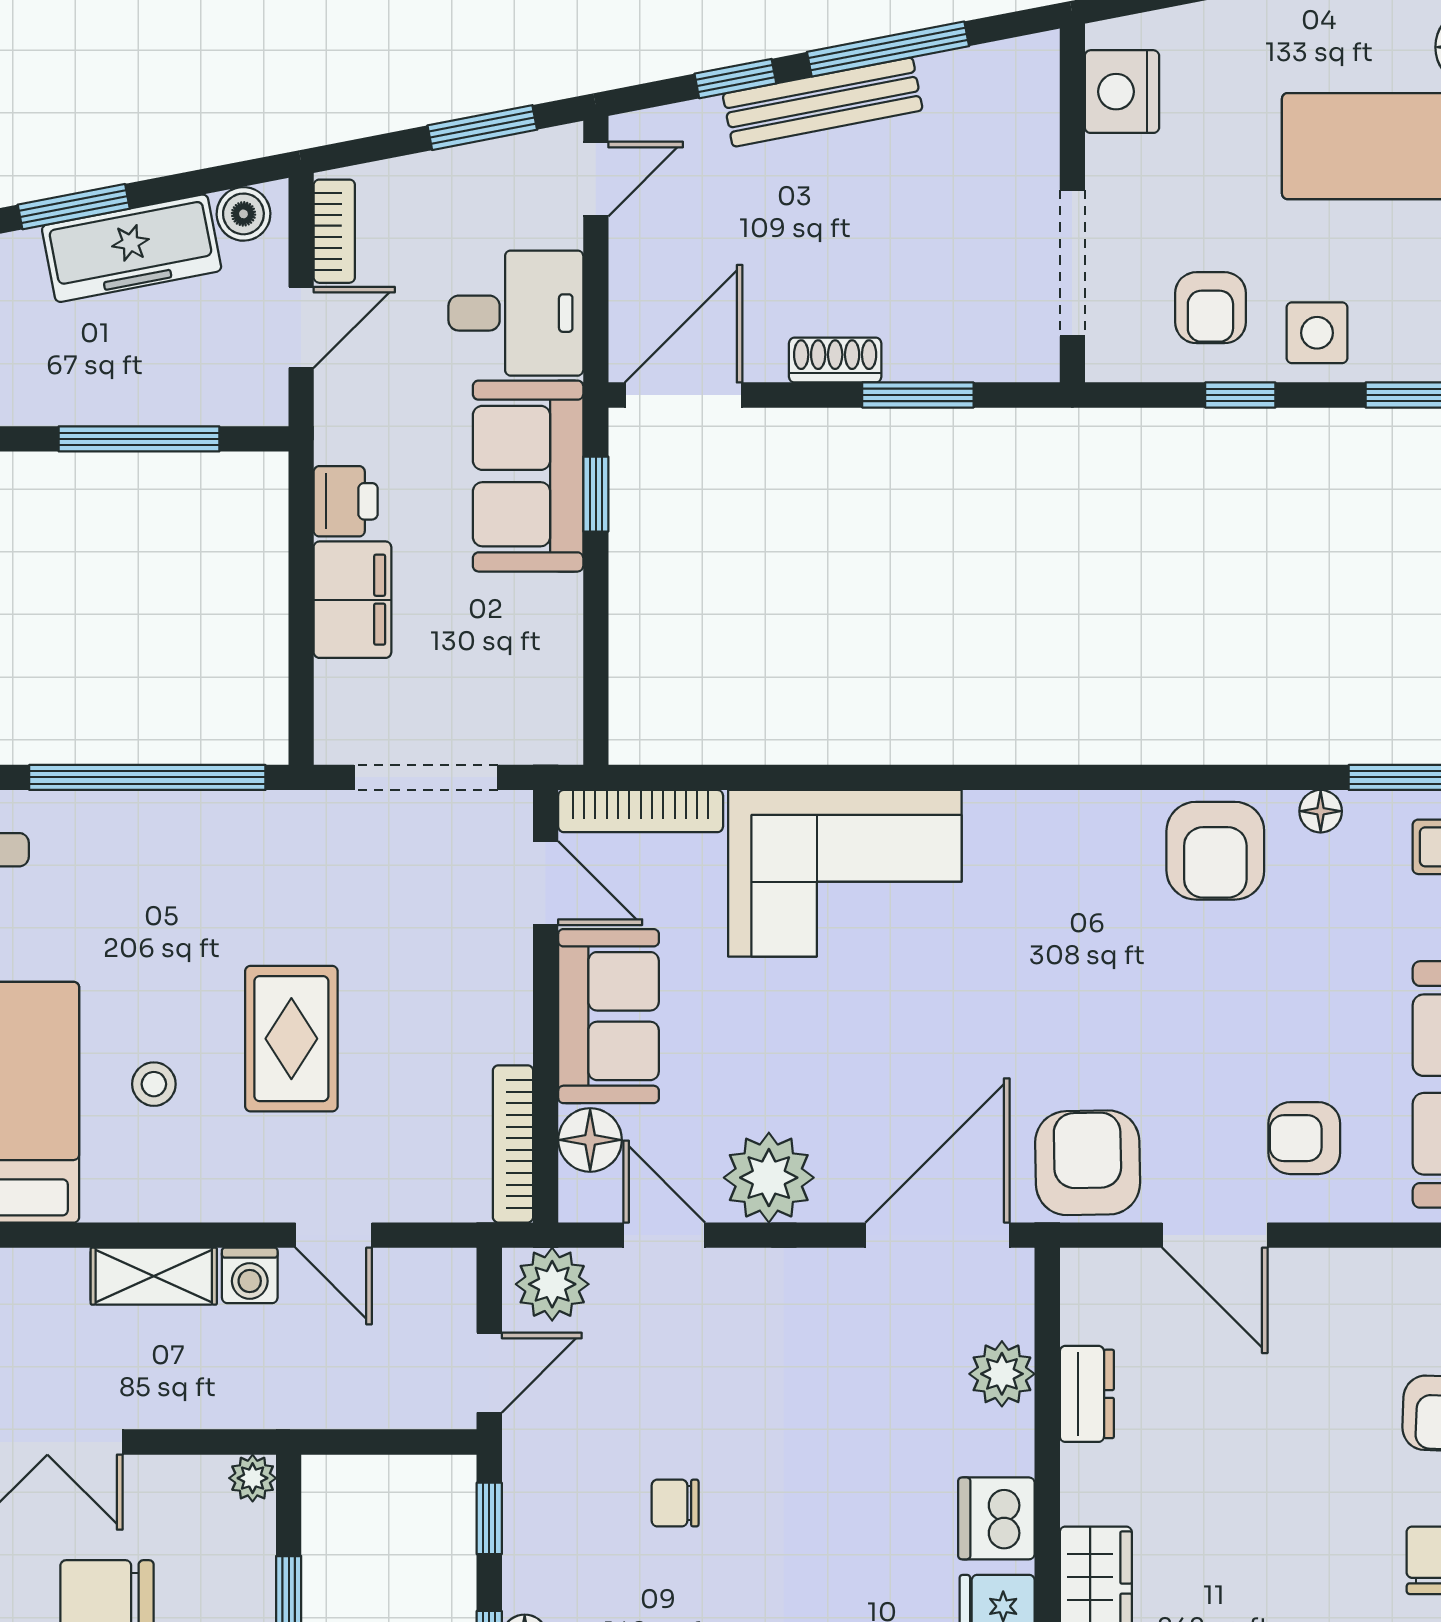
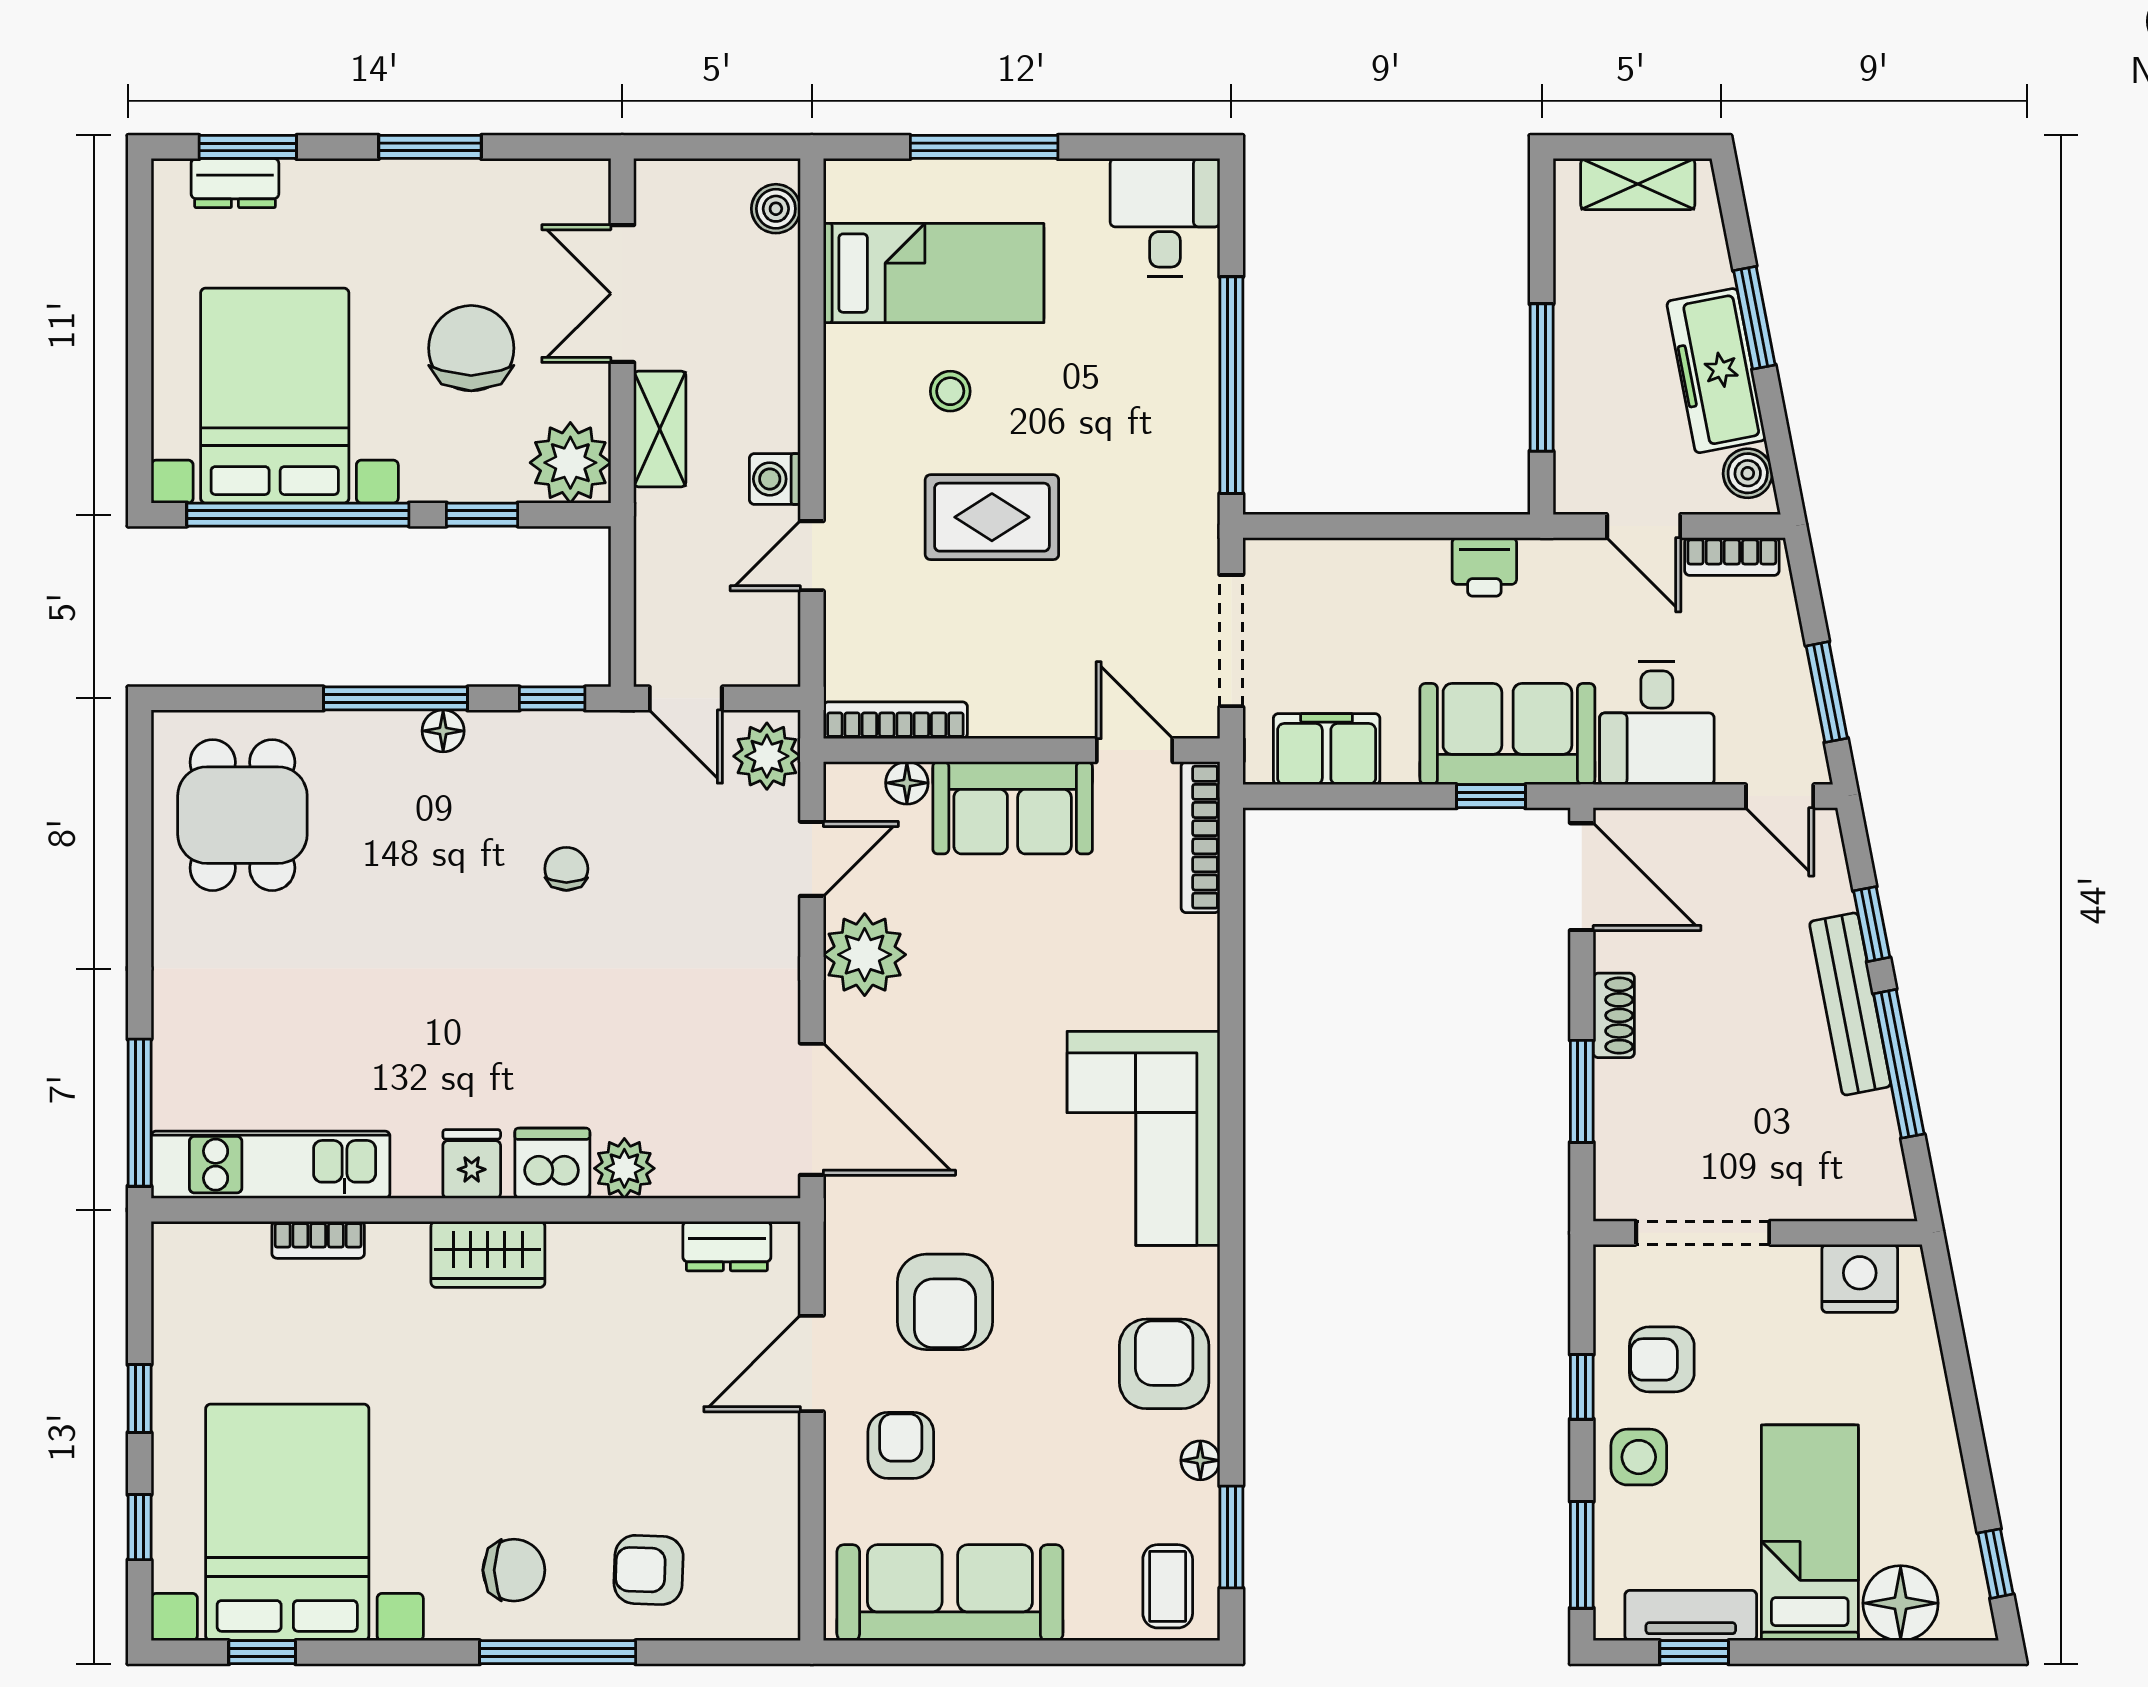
filing cabinet: (352, 600) -> (1327, 749), moved, turned 180
armchair: (1215, 851) -> (1164, 1364), turned 90
corner sofa: (845, 873) -> (1143, 1138), moved
door: (546, 883) -> (1135, 750), swing flipped
floor lamp: (590, 1140) -> (907, 783), width x0.73, depth x0.73
armchair: (1088, 1163) -> (945, 1302), moved, turned 91
shelving: (154, 1276) -> (660, 429), moved
plant: (1002, 1374) -> (624, 1168), moved
dresser: (1087, 1394) -> (727, 1246), moved
plant: (253, 1478) -> (570, 463), width x1.87, depth x1.87

